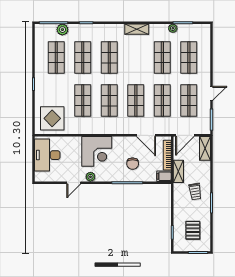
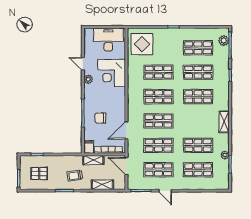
plant: (62, 30) -> (224, 41), moved
shelving: (205, 148) -> (102, 185), moved
corner desk: (97, 151) -> (112, 73), moved

